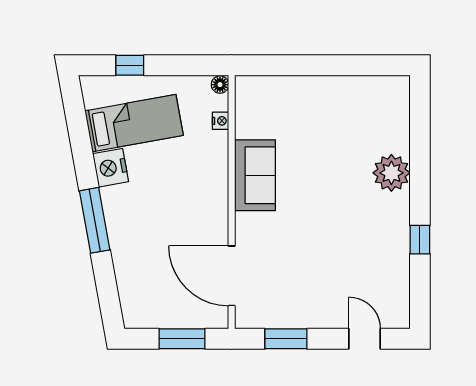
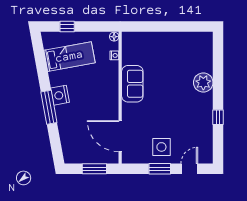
nightstand: (111, 168) -> (60, 95), moved
side table: (311, 297) -> (161, 147), added
window: (286, 339) -> (160, 169), moved
door: (365, 339) -> (189, 169), hinge flipped

